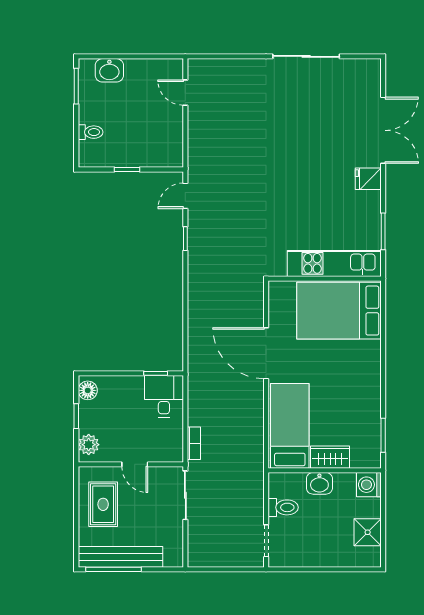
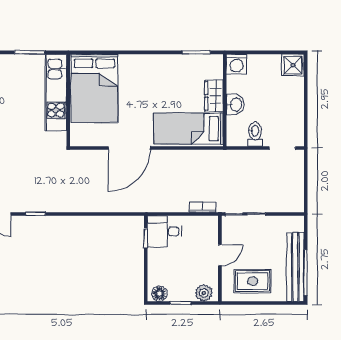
shower: (368, 532) -> (293, 65), moved

